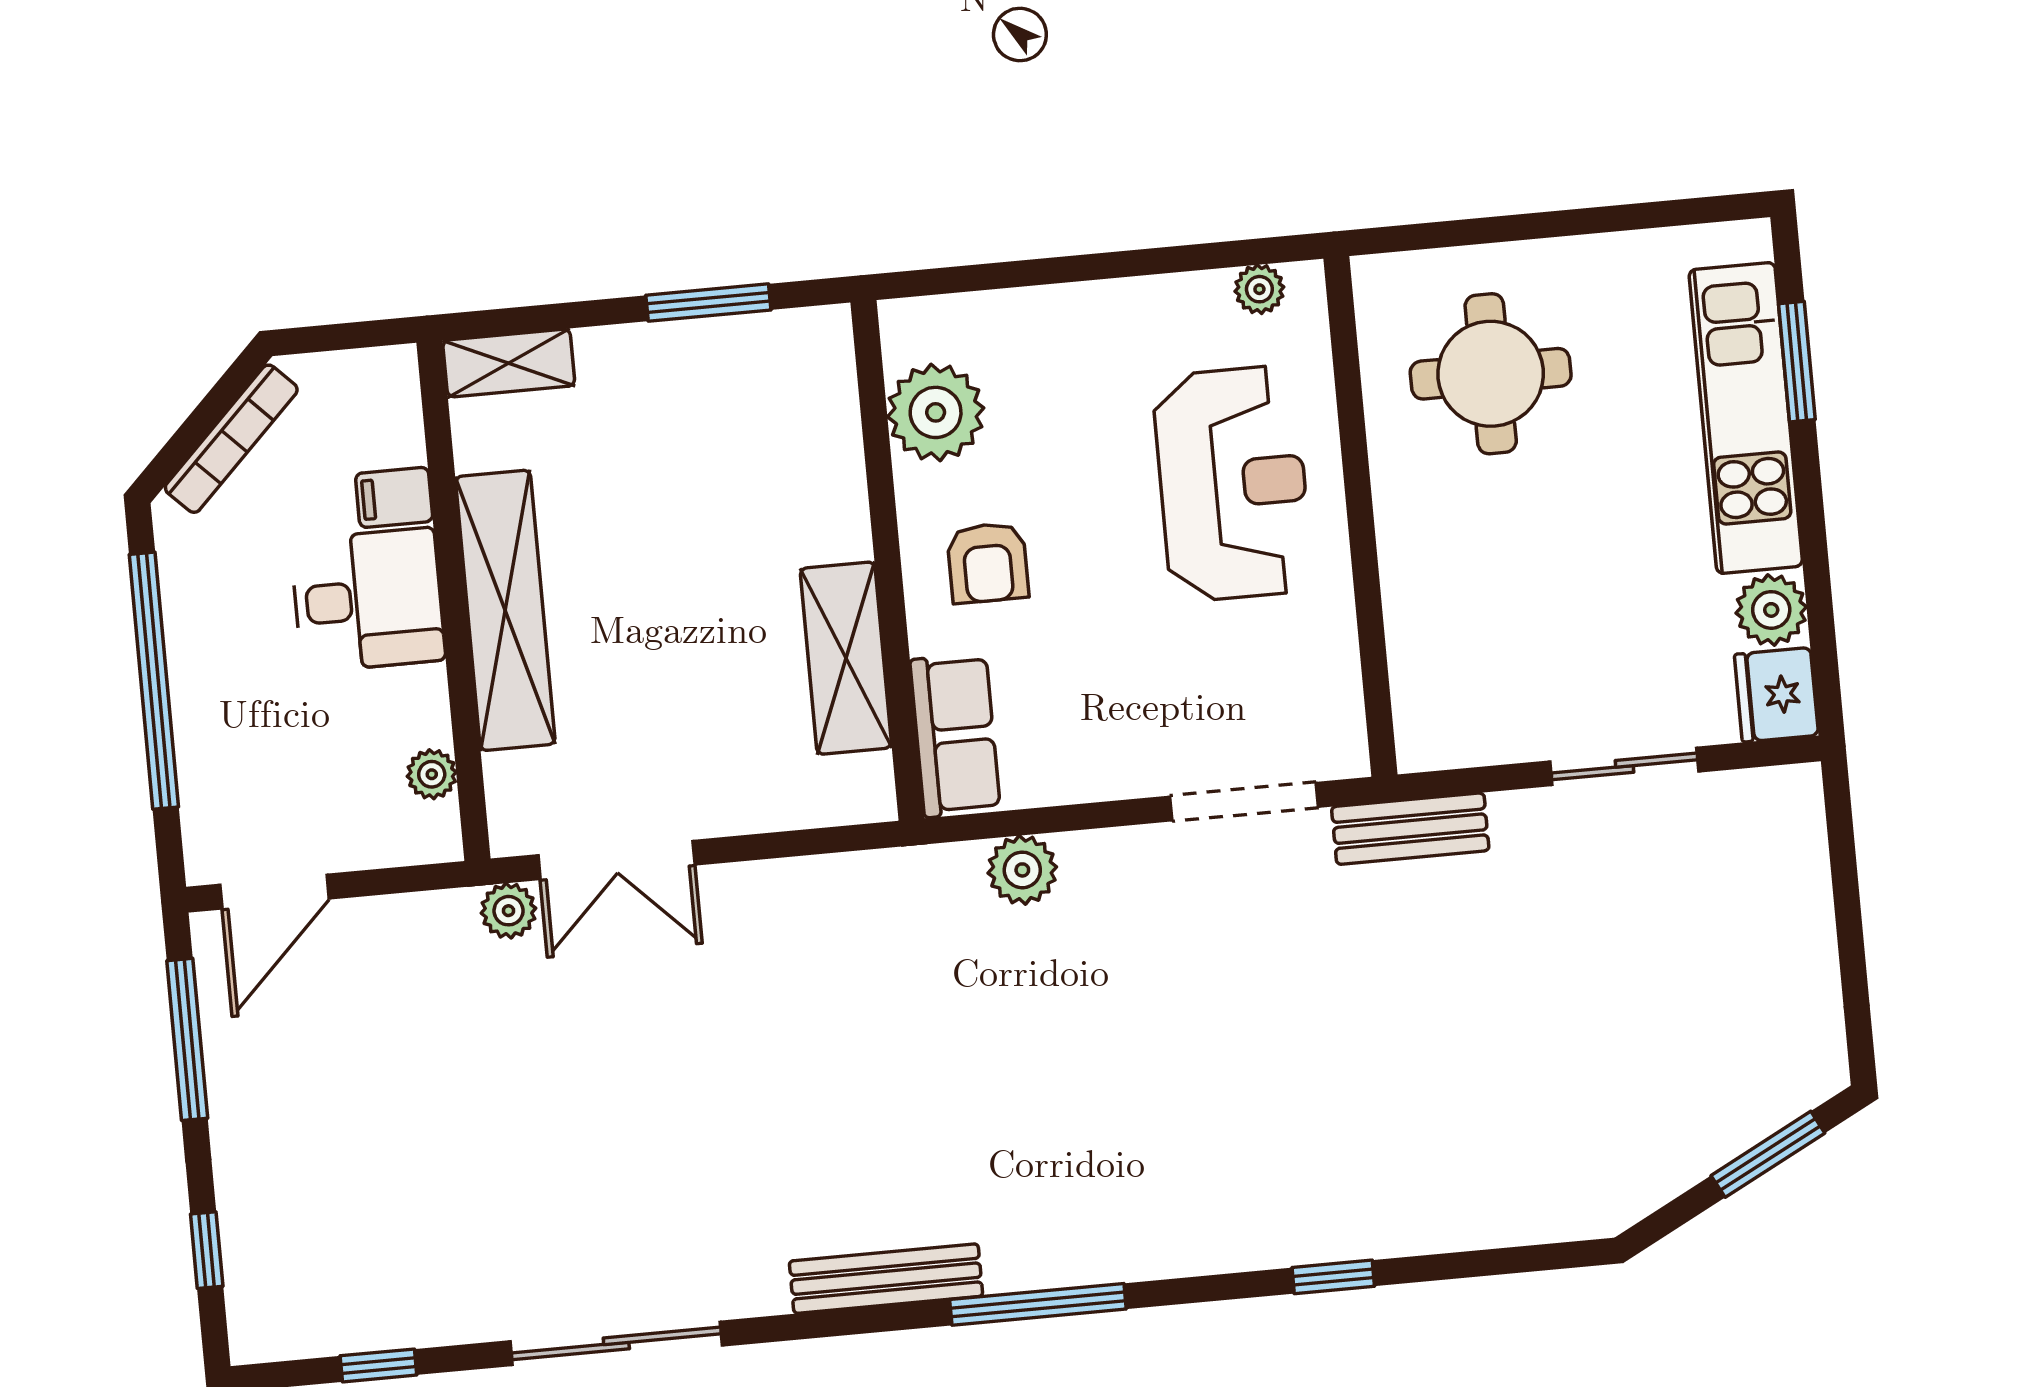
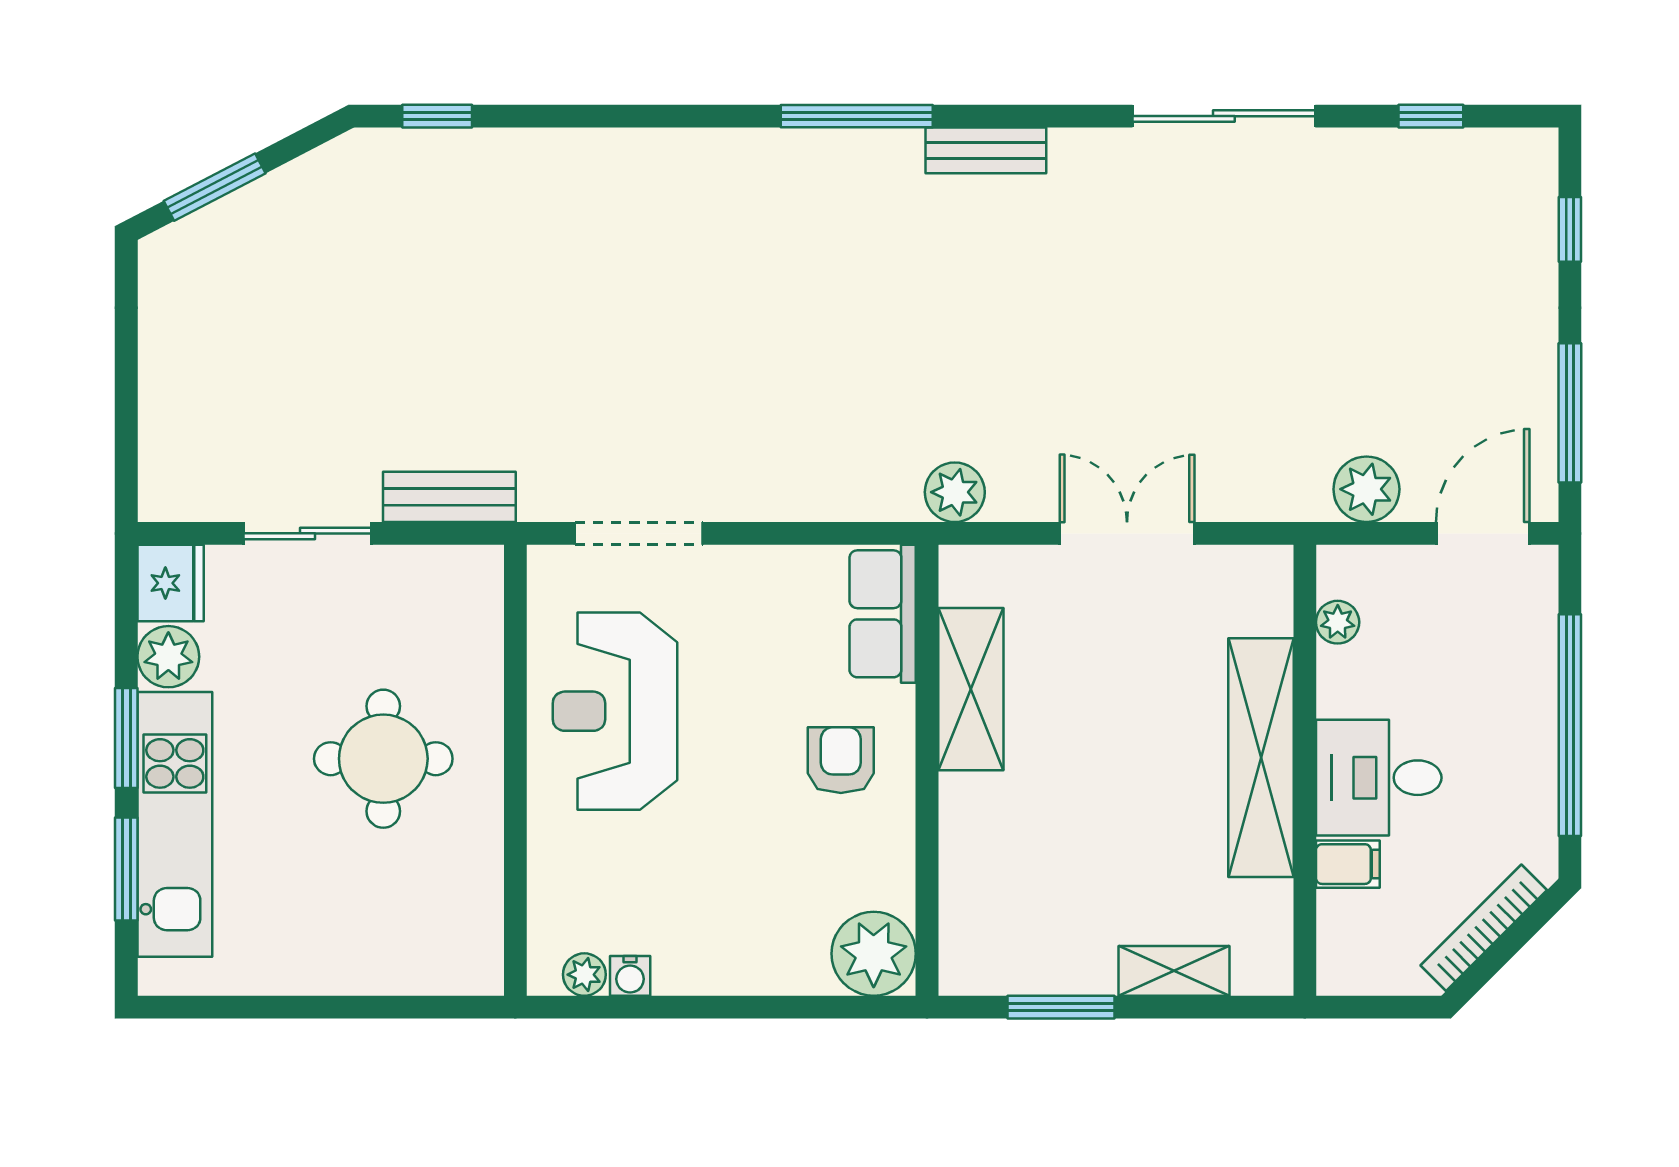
water cooler: (1207, 293) -> (630, 976), added
shelving: (509, 363) -> (1174, 971), moved
round table: (1491, 374) -> (383, 759), moved
plant: (936, 412) -> (874, 954), moved
reception desk: (1233, 484) -> (615, 711), moved
window: (1811, 512) -> (126, 738), added
bench: (1410, 829) -> (449, 497), moved
double door: (616, 860) -> (1127, 533), moved
plant: (1022, 870) -> (955, 492), moved
plant: (509, 911) -> (1366, 489), moved, width x1.38, depth x1.38
window: (1333, 1277) -> (437, 116), moved
bench: (886, 1279) -> (986, 150), width x0.73

